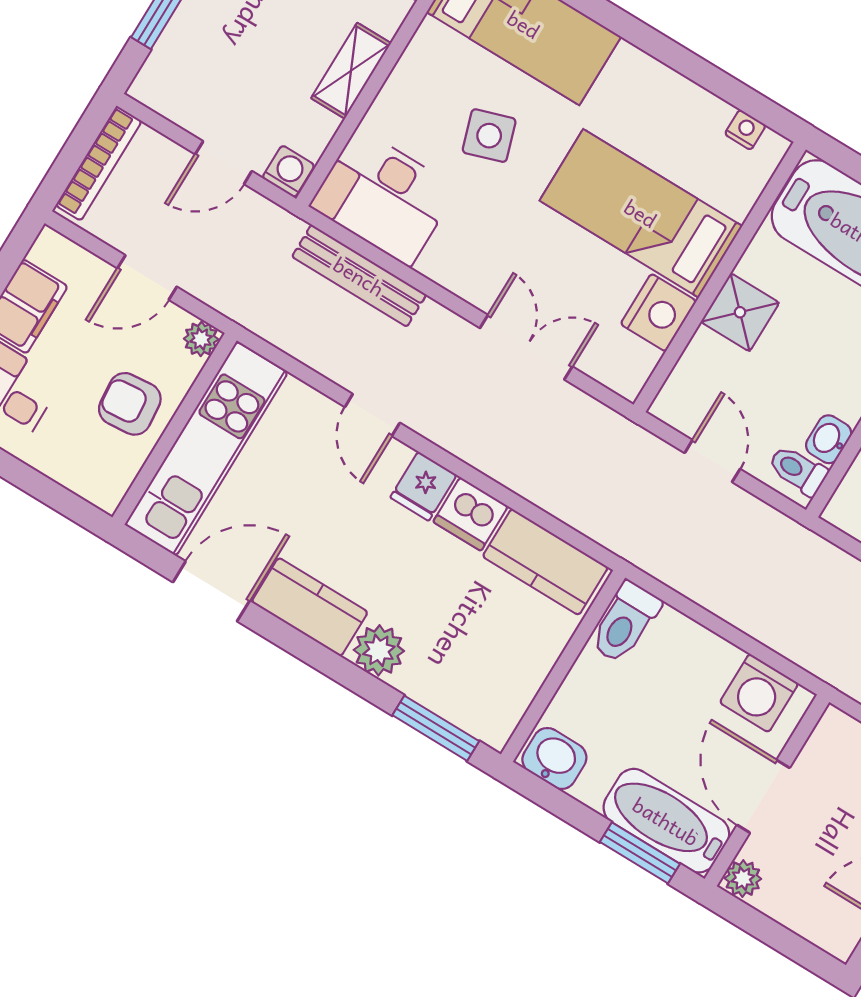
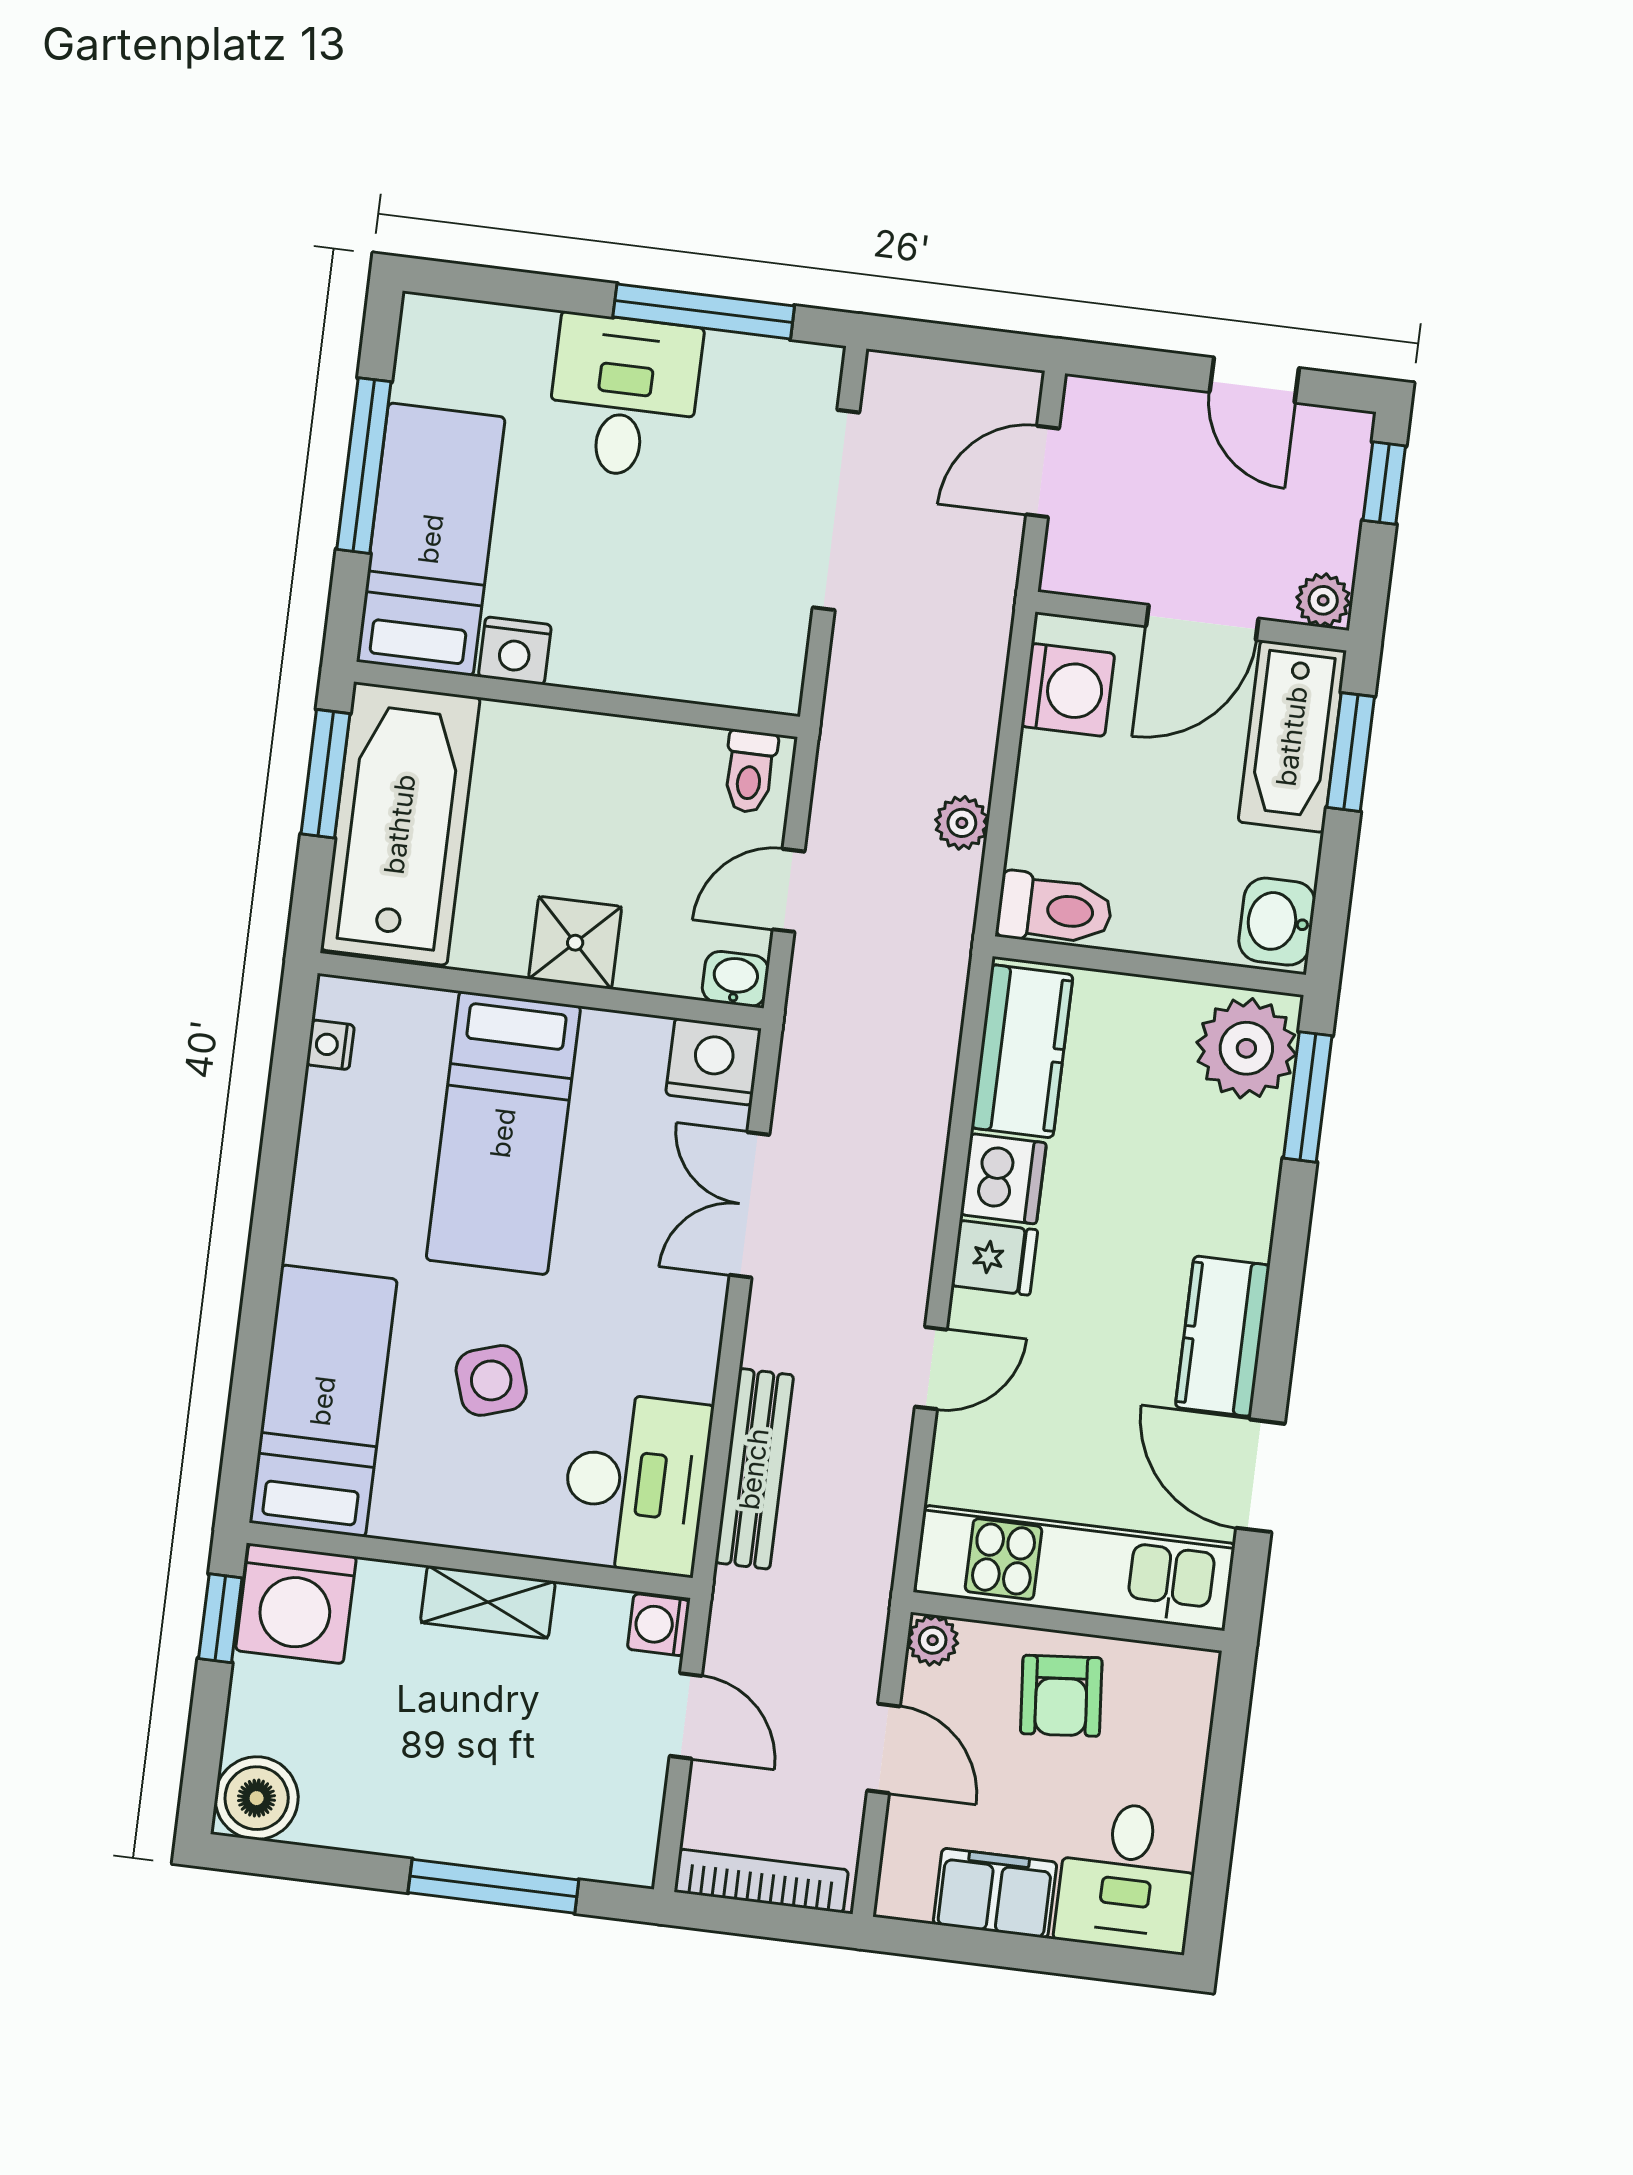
nightstand: (658, 313) -> (713, 1062), moved
washbasin: (829, 439) -> (735, 979), moved, turned 180
plant: (706, 589) -> (962, 823), added
plant: (379, 650) -> (1246, 1048), moved, width x1.36, depth x1.36
window: (799, 950) -> (1384, 483), added

